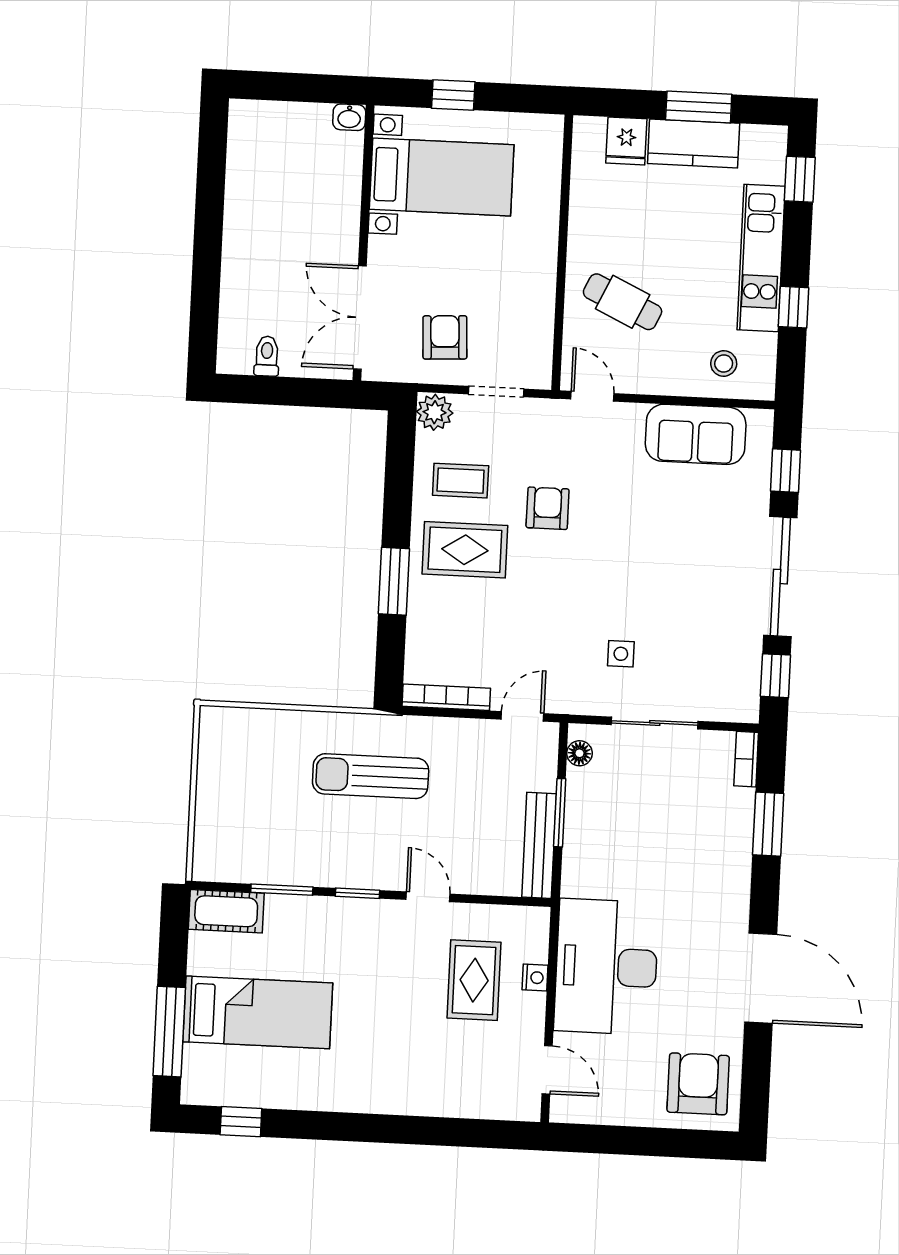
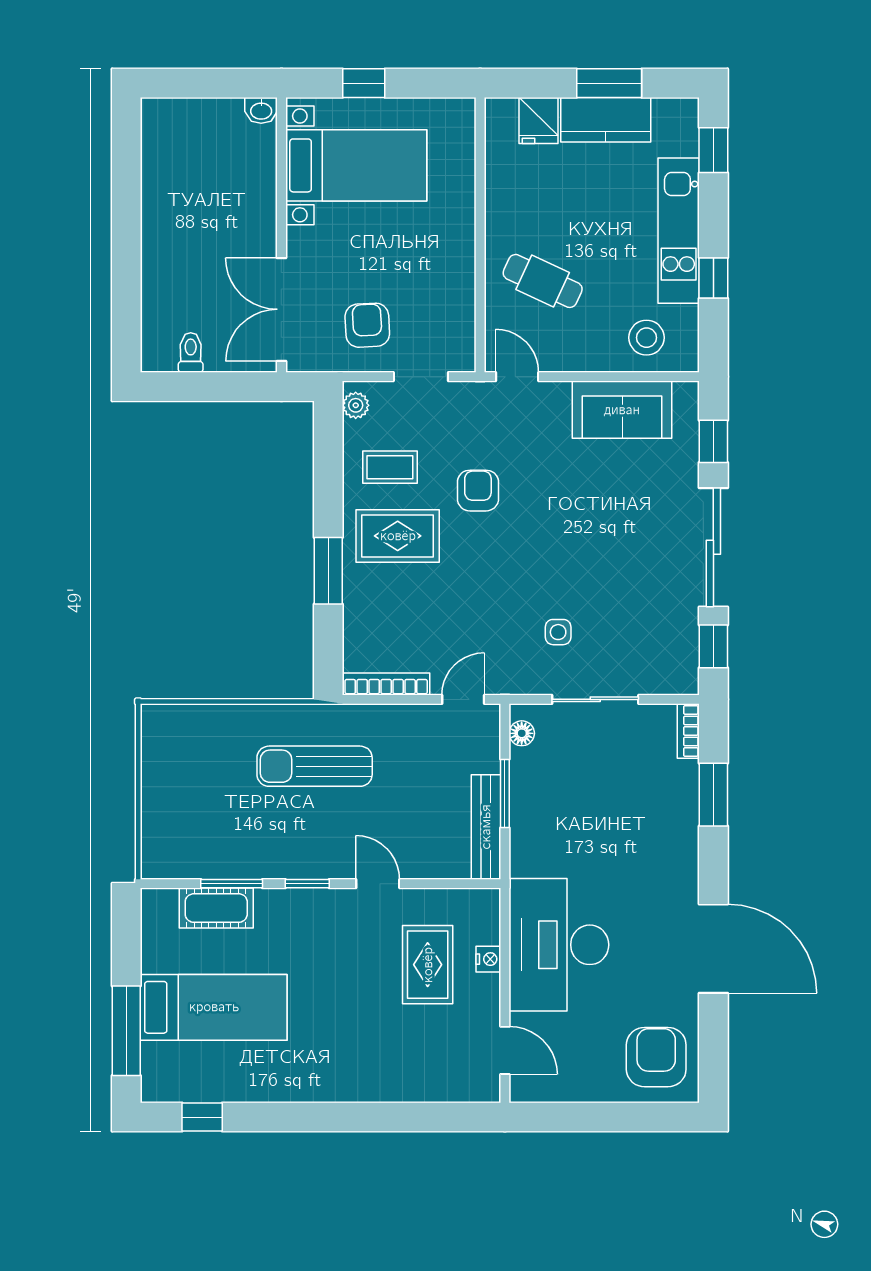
stool: (724, 363) -> (646, 338), width x1.37, depth x1.37
plant: (435, 412) -> (356, 405), width x0.73, depth x0.73
cot: (226, 911) -> (216, 908), moved

